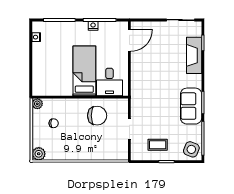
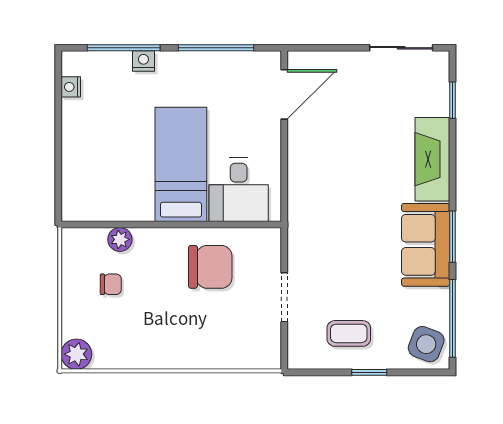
nightstand: (93, 26) -> (143, 61), moved
fireplace: (194, 55) -> (432, 159), moved
plant: (37, 104) -> (120, 239), moved

